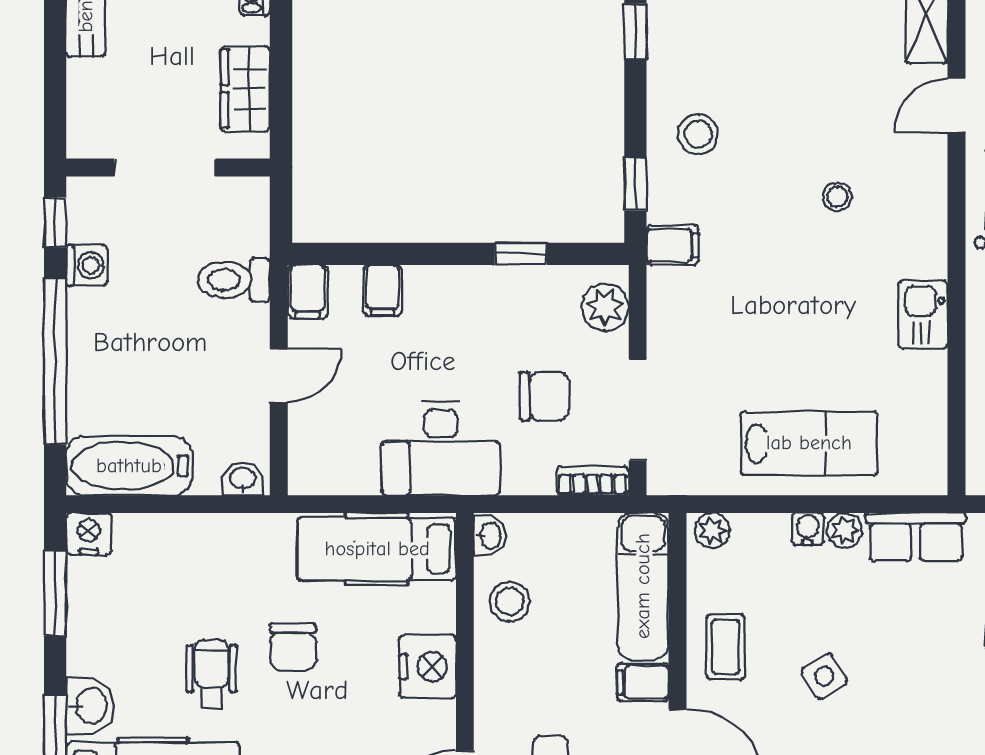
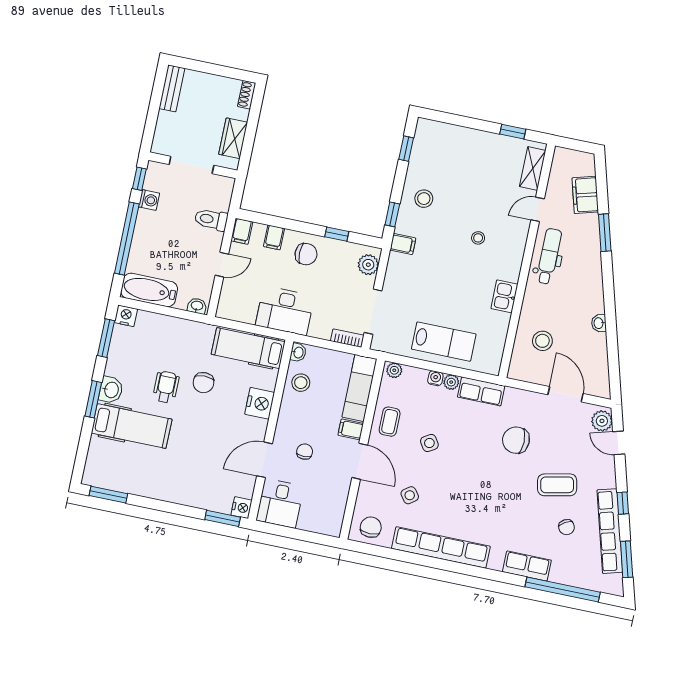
chair: (544, 396) -> (306, 254), moved

